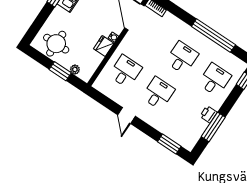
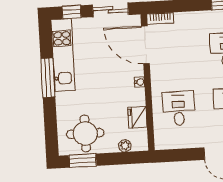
fridge: (104, 46) -> (137, 117), moved
window: (60, 71) -> (83, 161), moved

